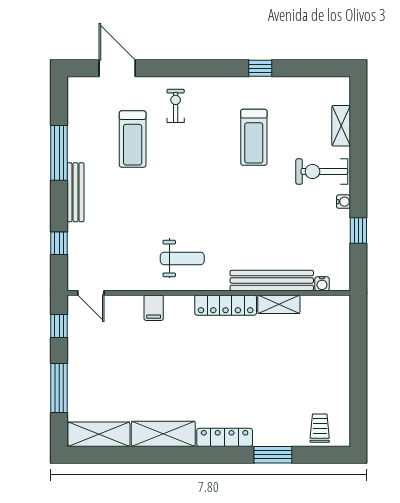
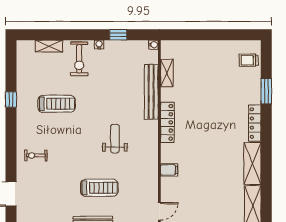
treadmill: (133, 139) -> (99, 188), moved
weight bench: (182, 258) -> (115, 139), moved
water cooler: (322, 284) -> (153, 45), moved
shelving: (279, 304) -> (167, 73), moved

